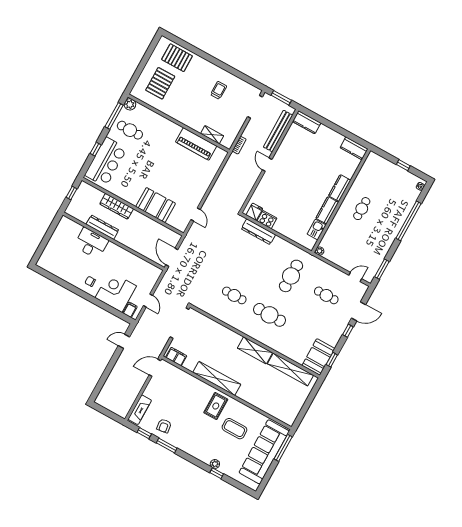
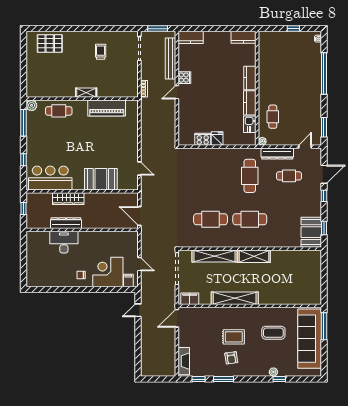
pallet: (160, 83) -> (48, 73), removed
cafe table: (130, 130) -> (59, 111), moved
shelving: (212, 135) -> (86, 93), moved
cooker: (281, 155) -> (184, 78), added
bar counter: (106, 162) -> (50, 178), moved, turned -90
door: (267, 165) -> (177, 92), hinge flipped
cafe table: (362, 209) -> (273, 117), moved
fridge: (254, 212) -> (217, 138), moved
dresser: (258, 232) -> (277, 154), moved
cafe table: (234, 295) -> (210, 219), width x1.37, depth x1.35
shelving: (290, 370) -> (215, 256), moved
rug: (216, 406) -> (234, 337), moved, turned 90
armchair: (164, 426) -> (231, 358), moved

